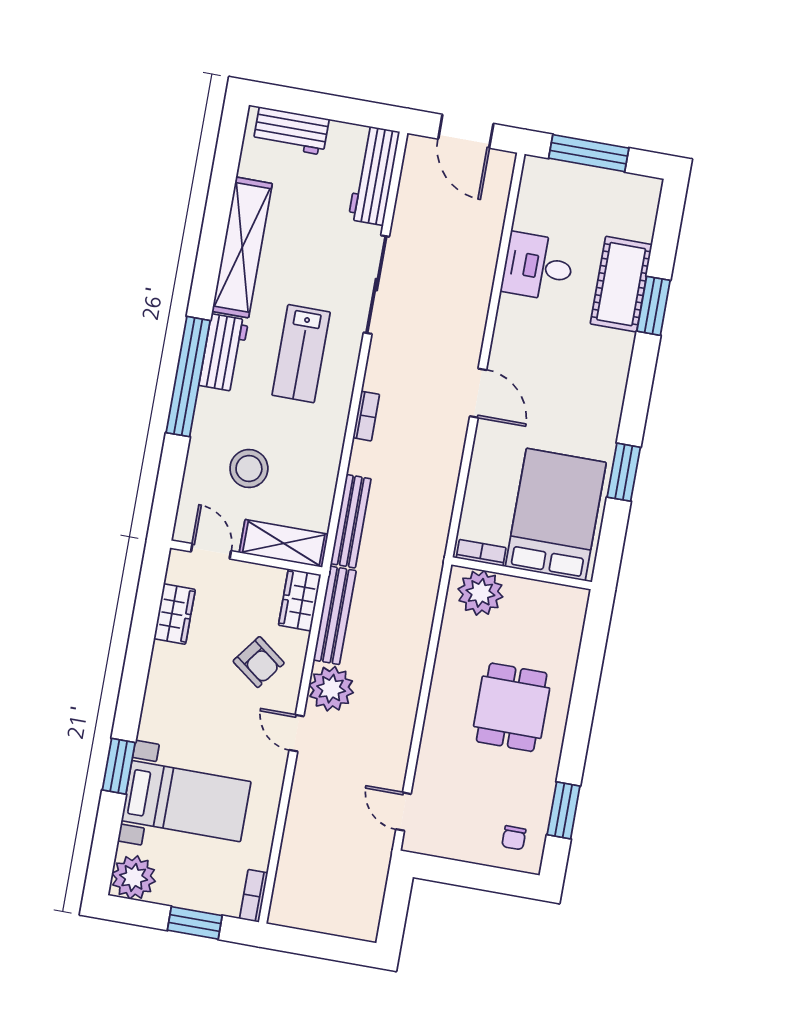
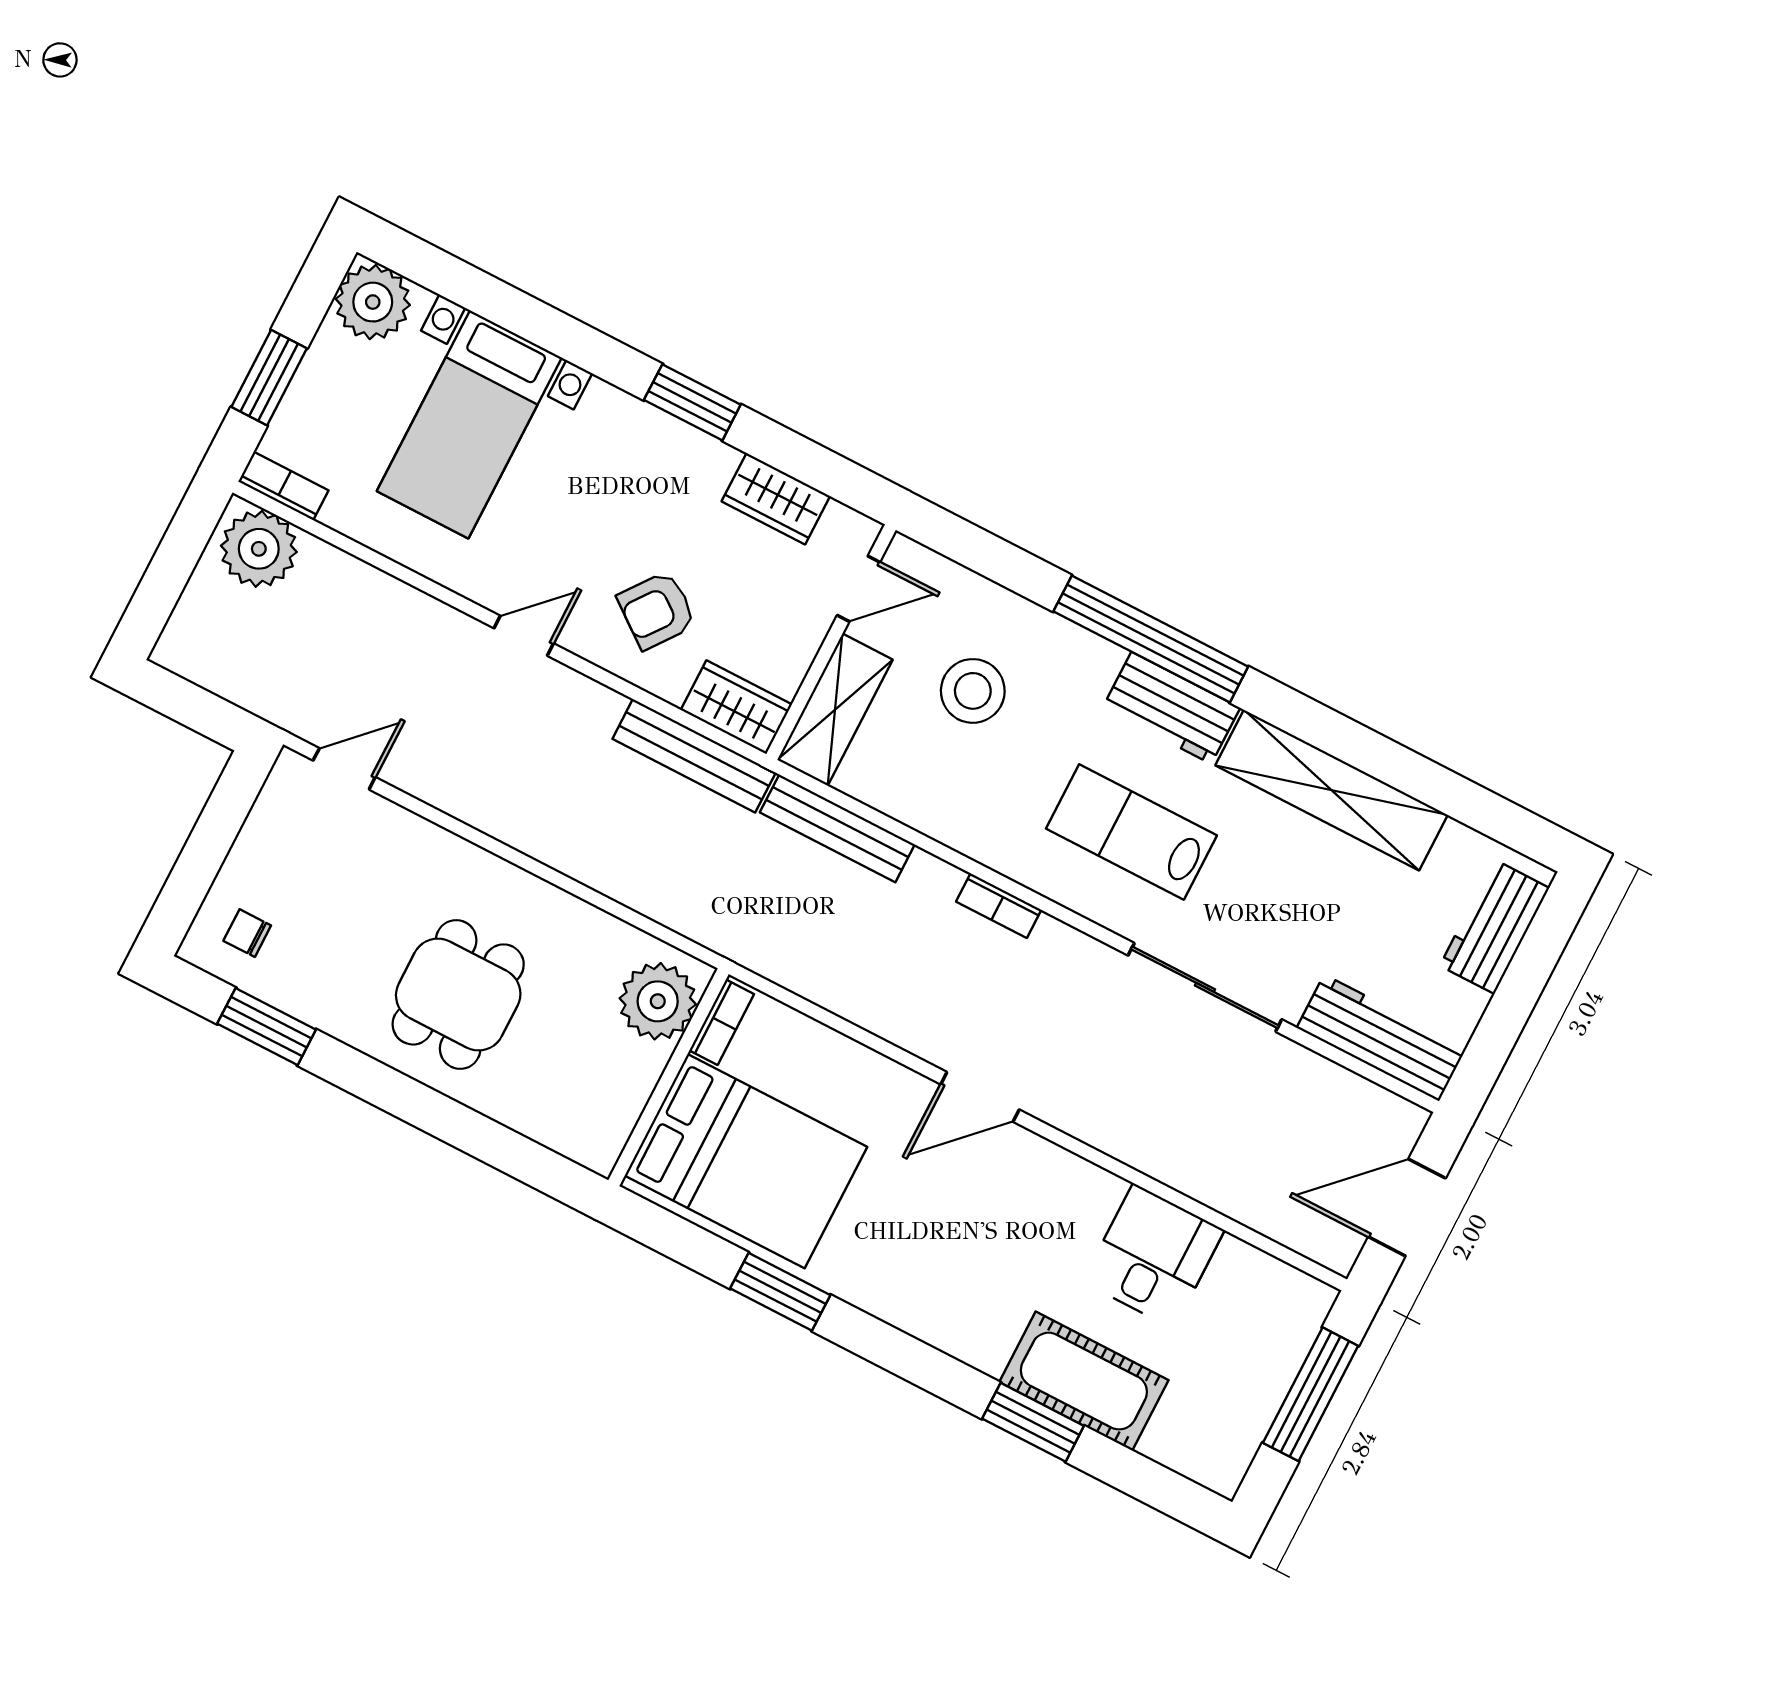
plant: (331, 689) -> (259, 549), moved
dining table: (512, 707) -> (458, 994), turned 90
window: (119, 766) -> (692, 402), moved

